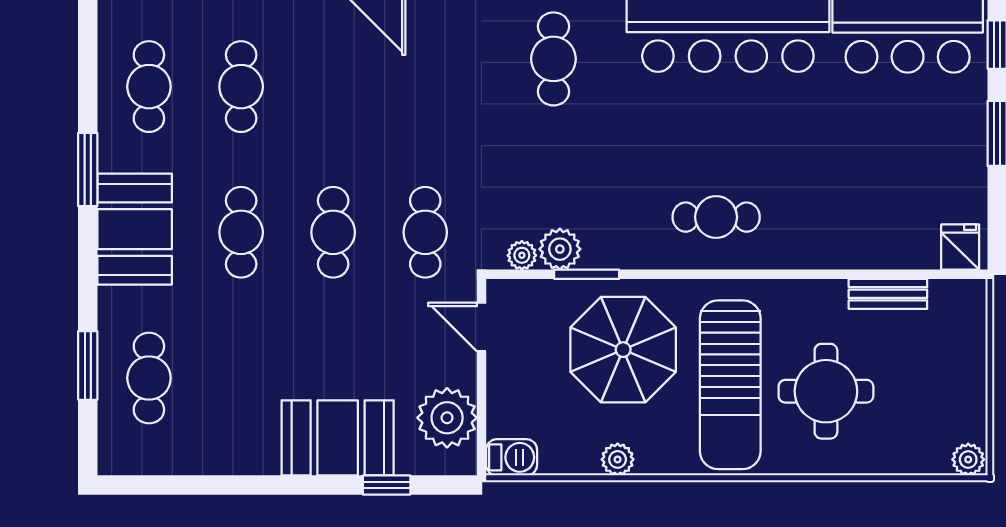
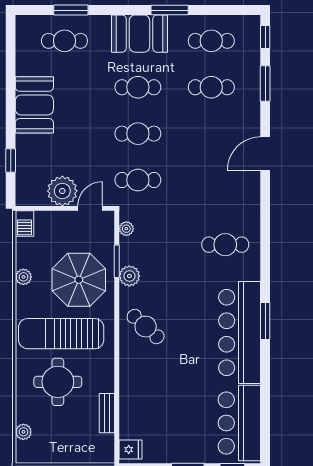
cafe table: (716, 217) -> (146, 327), turned -48
plant: (560, 249) -> (129, 276), moved
plant: (447, 418) -> (62, 191), moved
booth: (338, 438) -> (34, 105), moved
plant: (968, 459) -> (23, 432), moved

